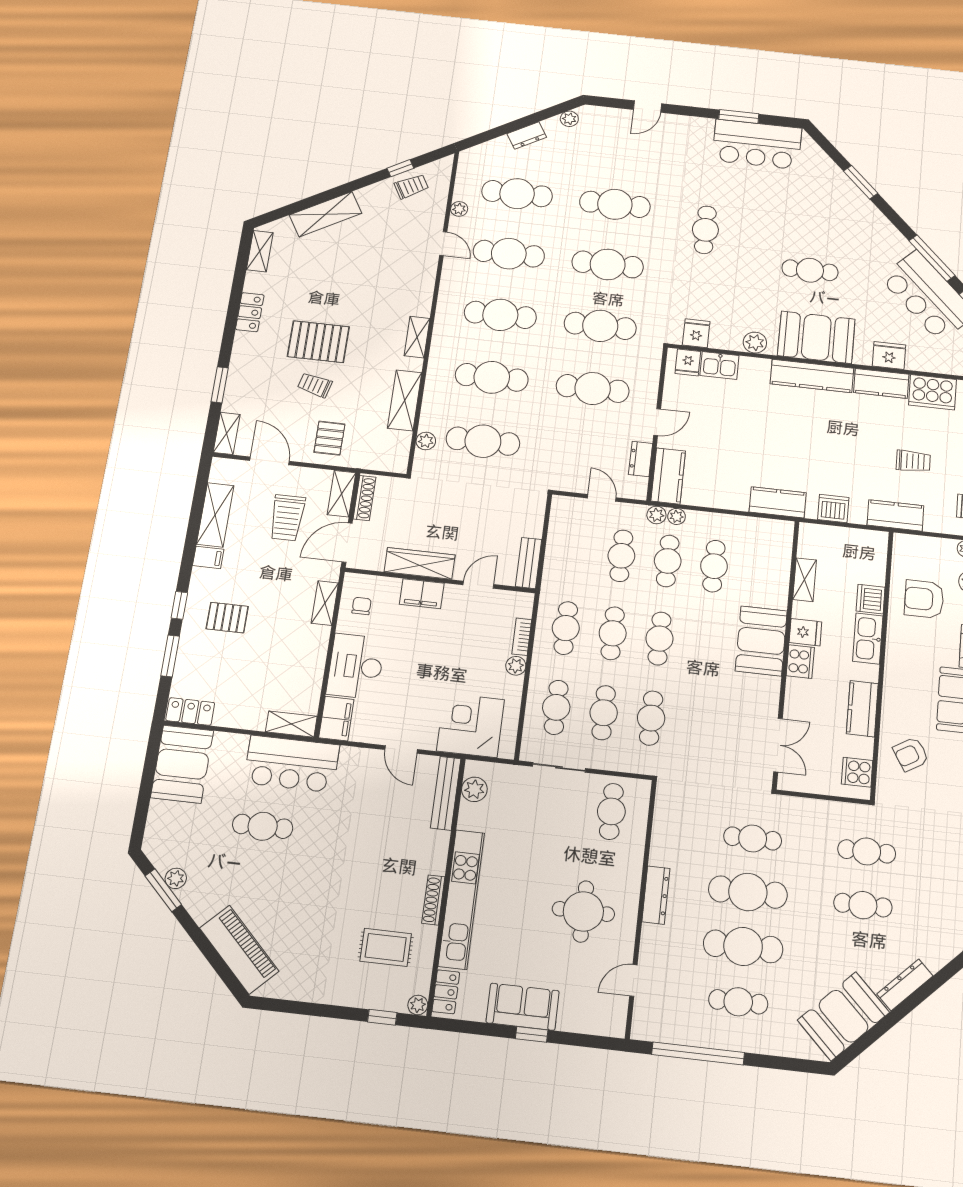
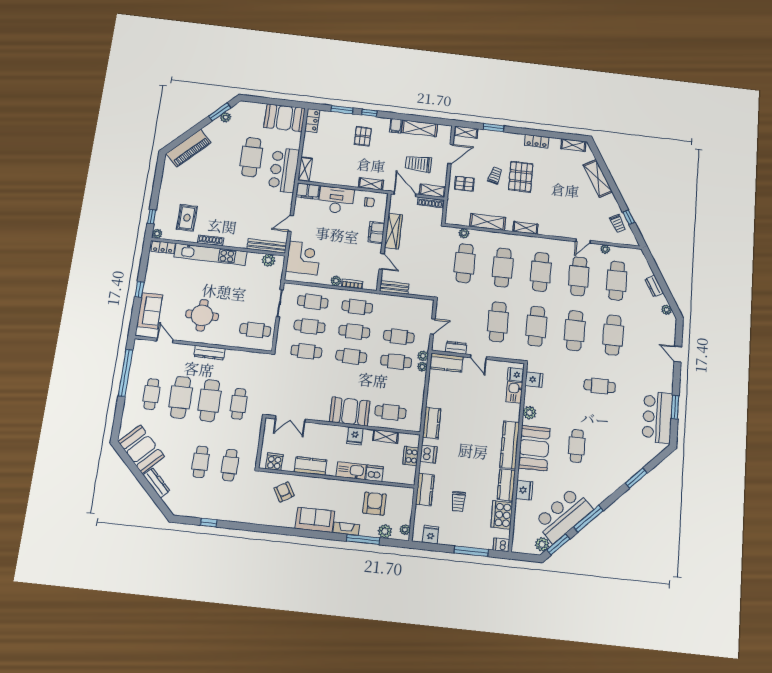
cafe table: (714, 566) -> (390, 412), moved
cooker: (800, 662) -> (411, 456), moved, turned 90
cafe table: (263, 826) -> (251, 157), width x1.37, depth x1.35
sofa: (523, 1007) -> (150, 311), moved

